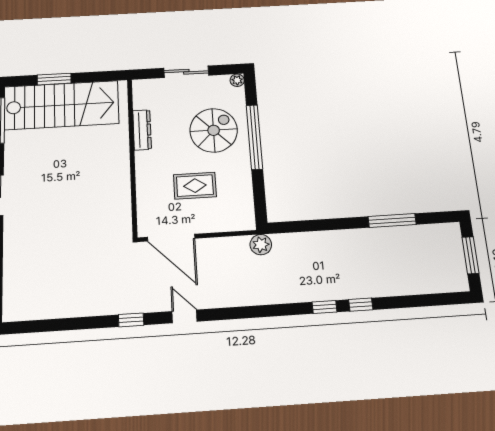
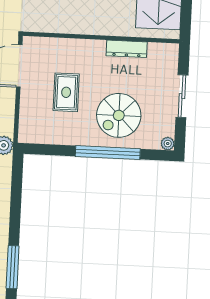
spiral stairs: (214, 130) -> (119, 115), turned 90

